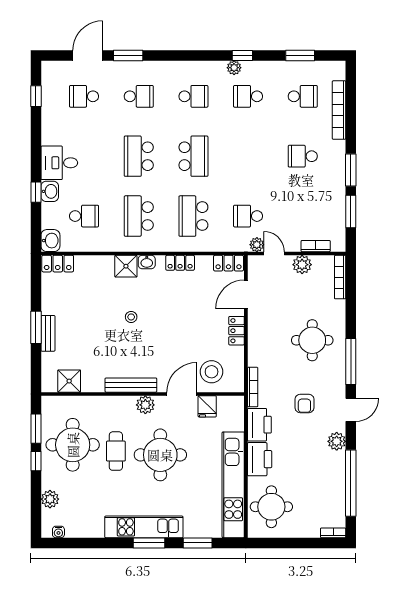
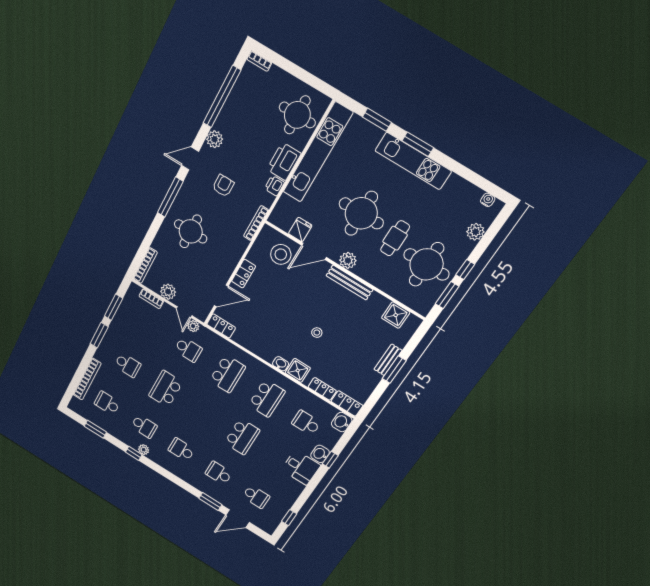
school desk: (193, 156) -> (166, 389), moved
locker: (180, 263) -> (322, 389), moved
printer: (259, 425) -> (274, 186), width x0.53, depth x0.68

